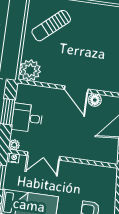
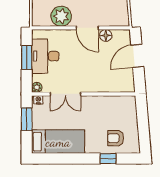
plant: (30, 70) -> (61, 16), moved
desk: (27, 118) -> (45, 56), width x1.37

